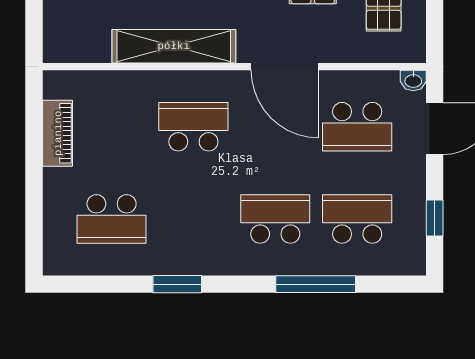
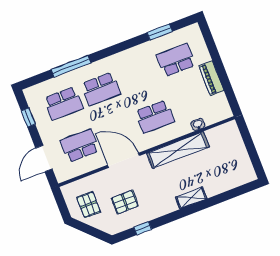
washbasin: (413, 80) -> (198, 124), moved
piano: (58, 133) -> (211, 78), moved
window: (177, 284) -> (160, 32), moved

